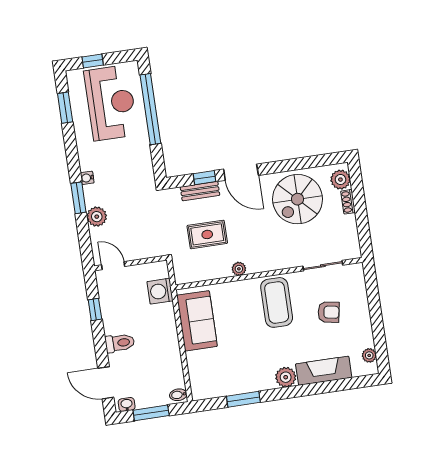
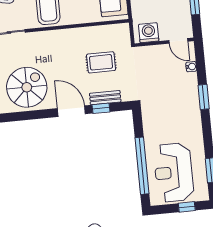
water cooler: (87, 178) -> (191, 67), moved
plant: (97, 217) -> (190, 81), removed
plant: (239, 269) -> (77, 33), removed
washing machine: (160, 291) -> (149, 33), moved, turned -90

